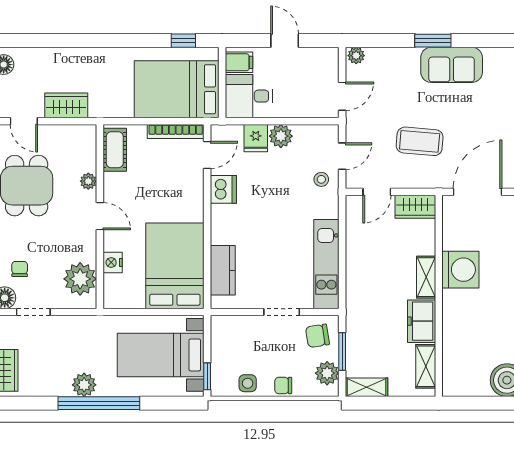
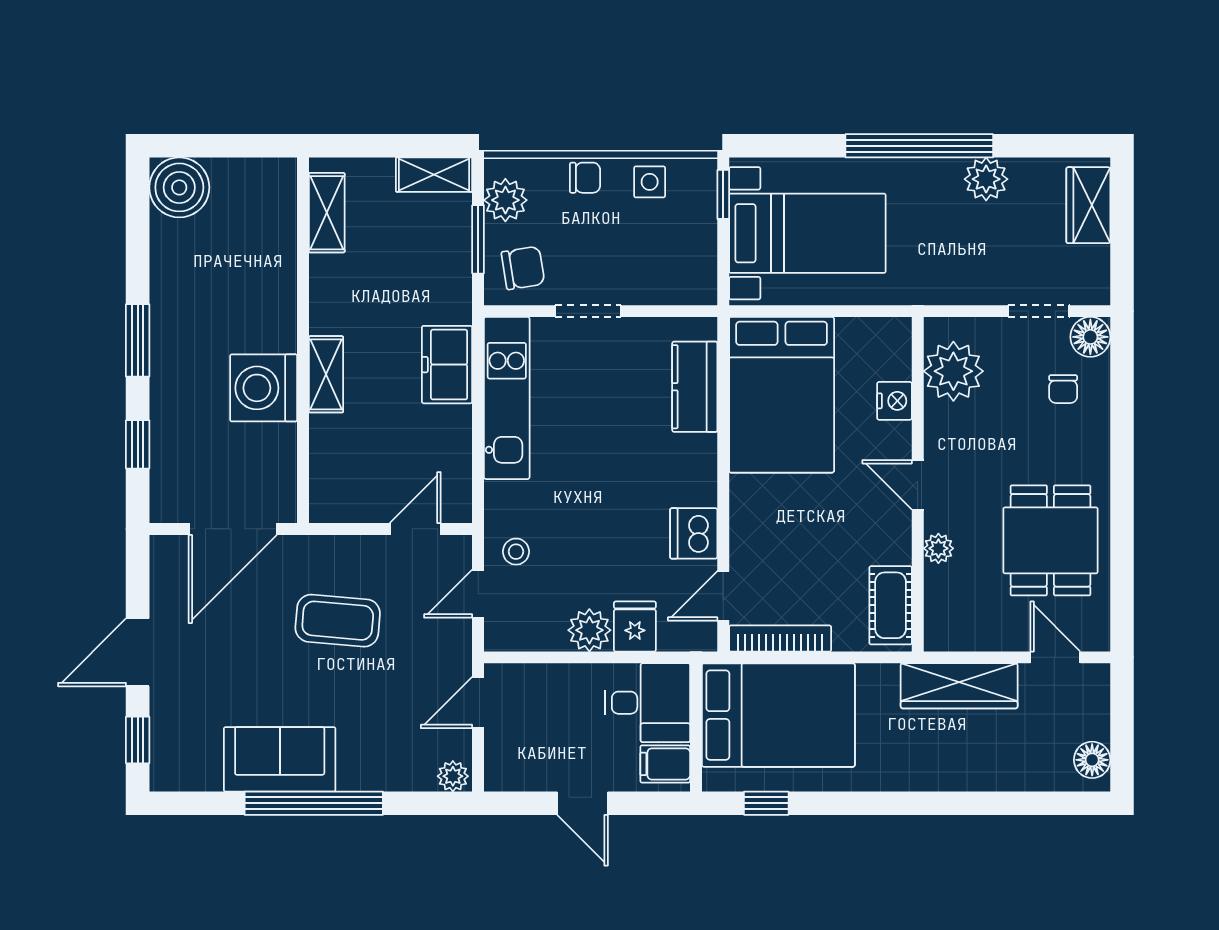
window: (433, 41) -> (314, 803), width x2.11
wardrobe: (66, 105) -> (959, 686), width x1.50
wardrobe: (415, 207) -> (345, 502), removed
freezer: (422, 321) -> (447, 365), moved, turned 180
plant: (84, 385) -> (986, 179), moved

